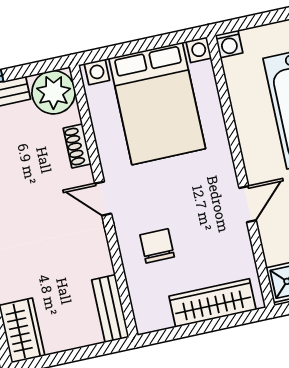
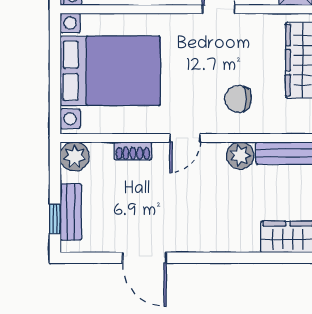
plant: (54, 92) -> (75, 156), width x0.73, depth x0.73
plant: (97, 261) -> (240, 156), added

